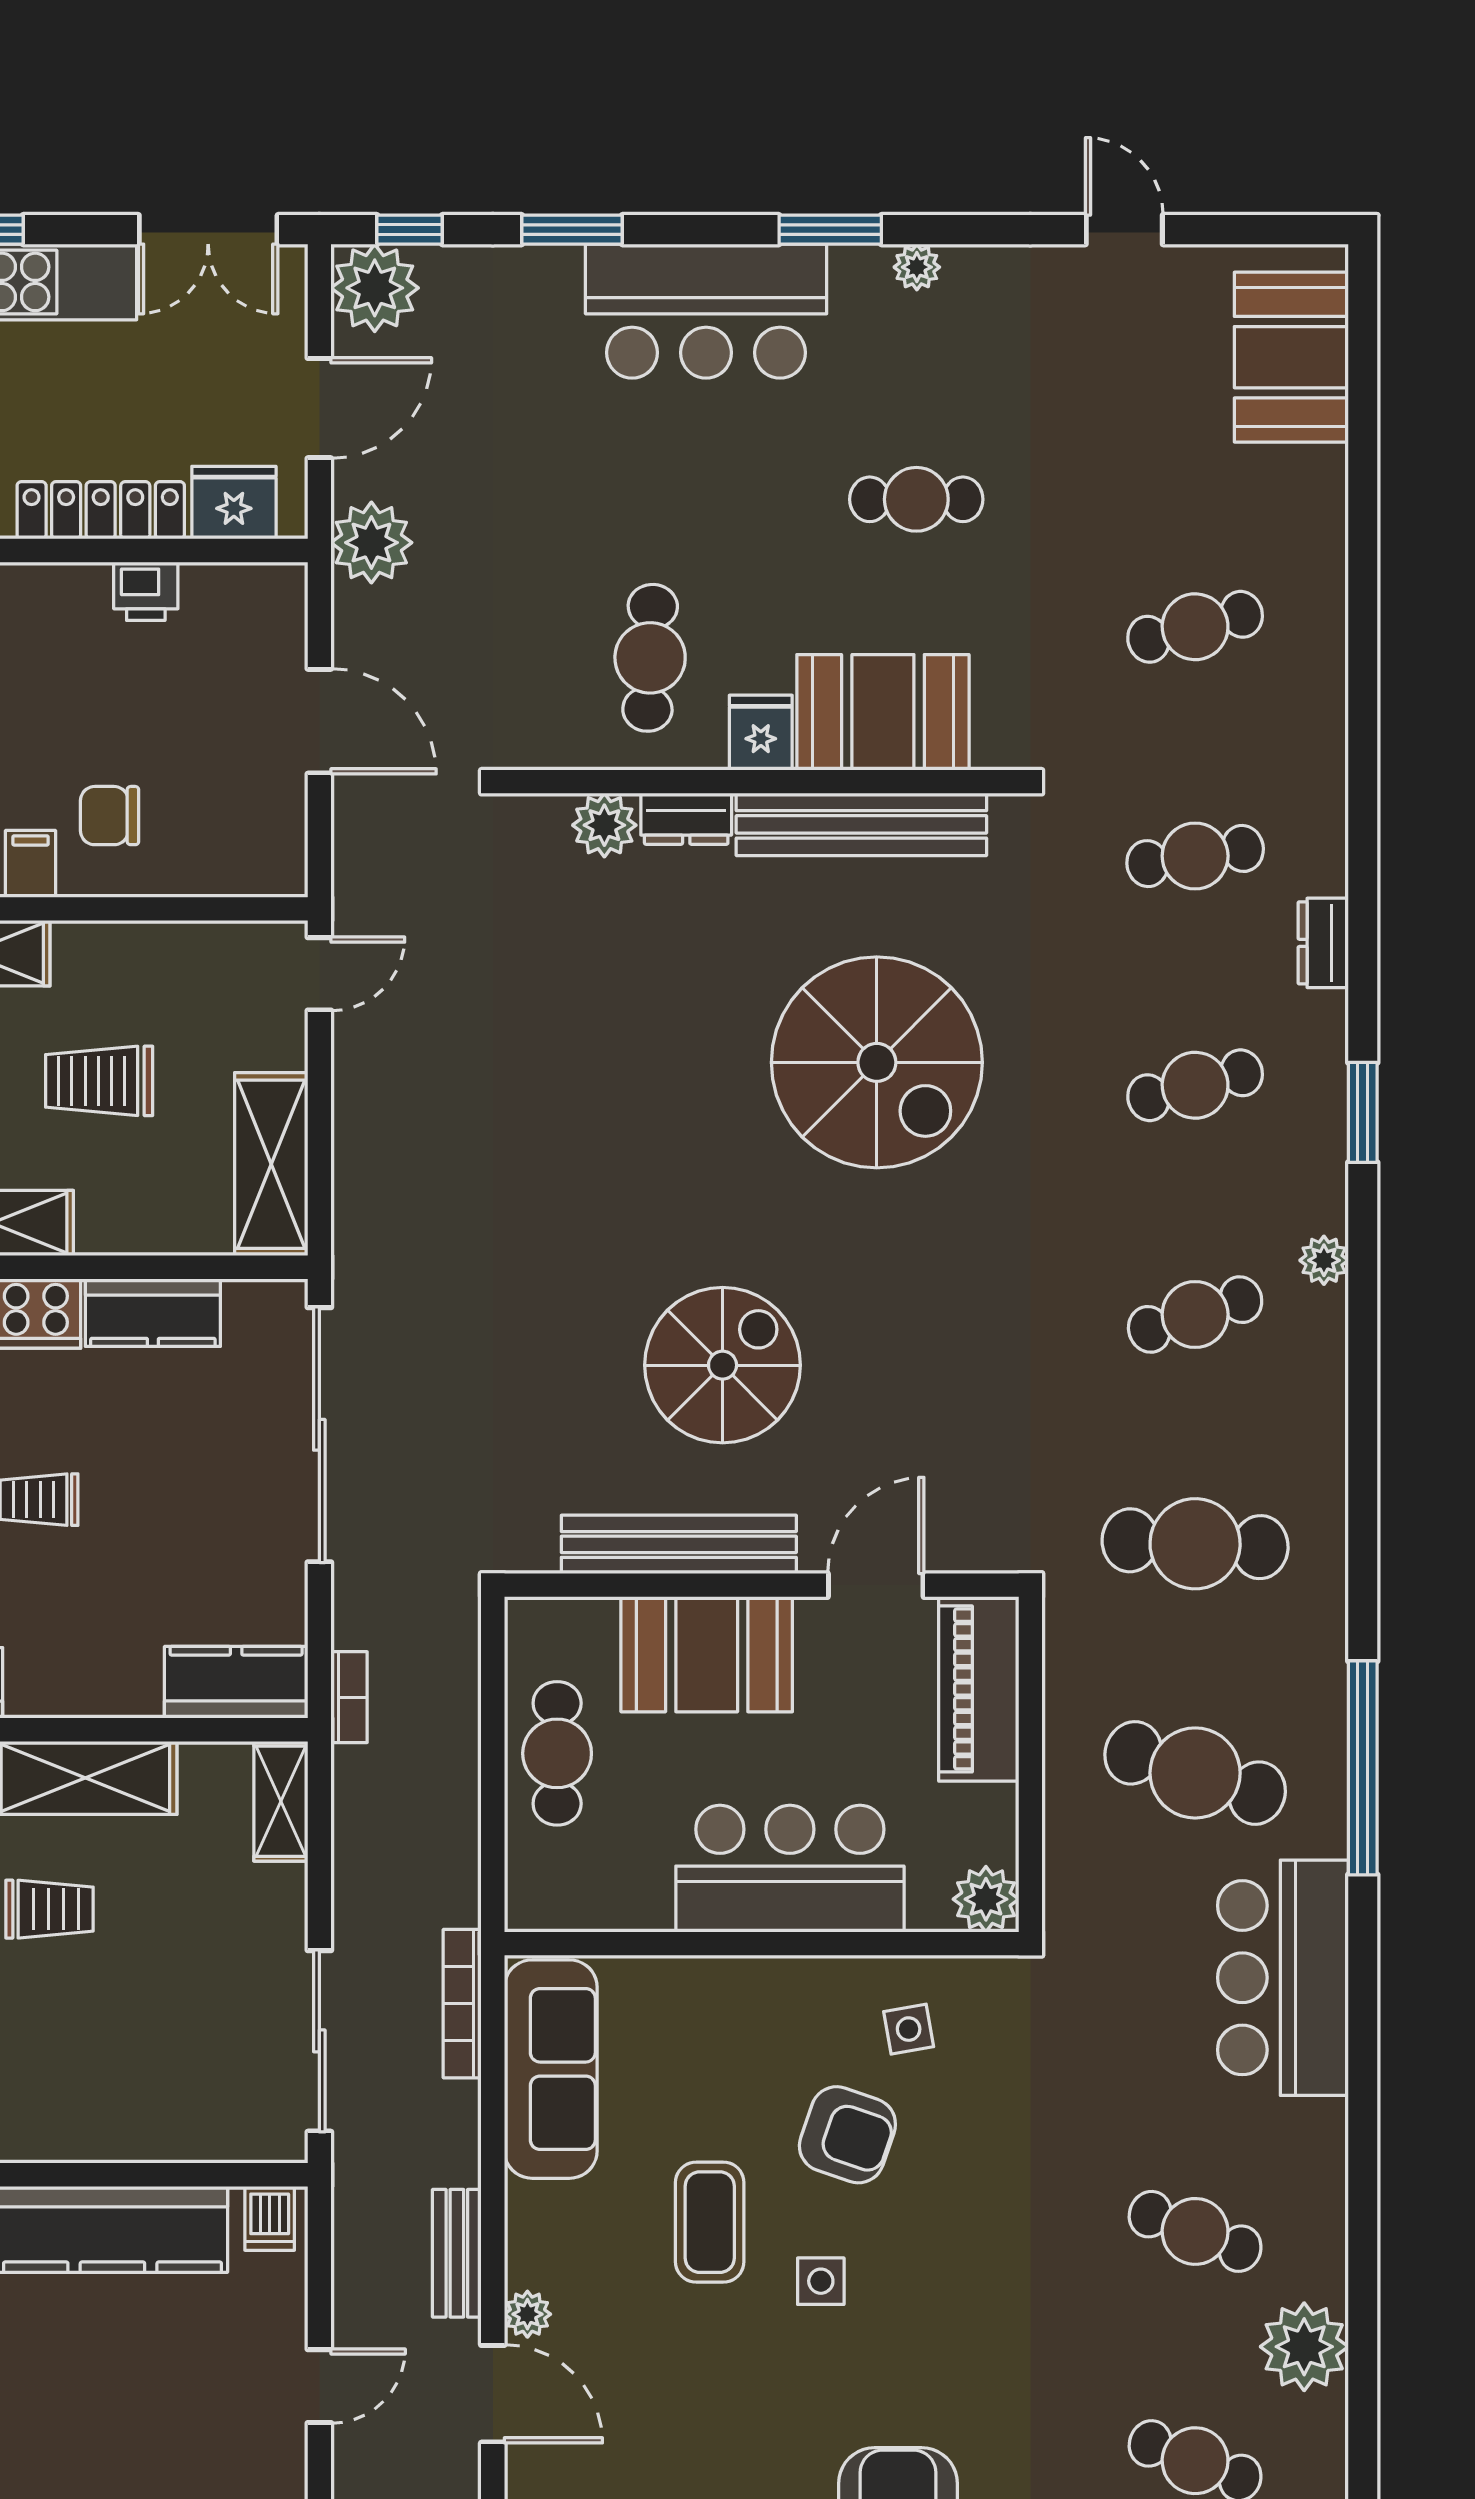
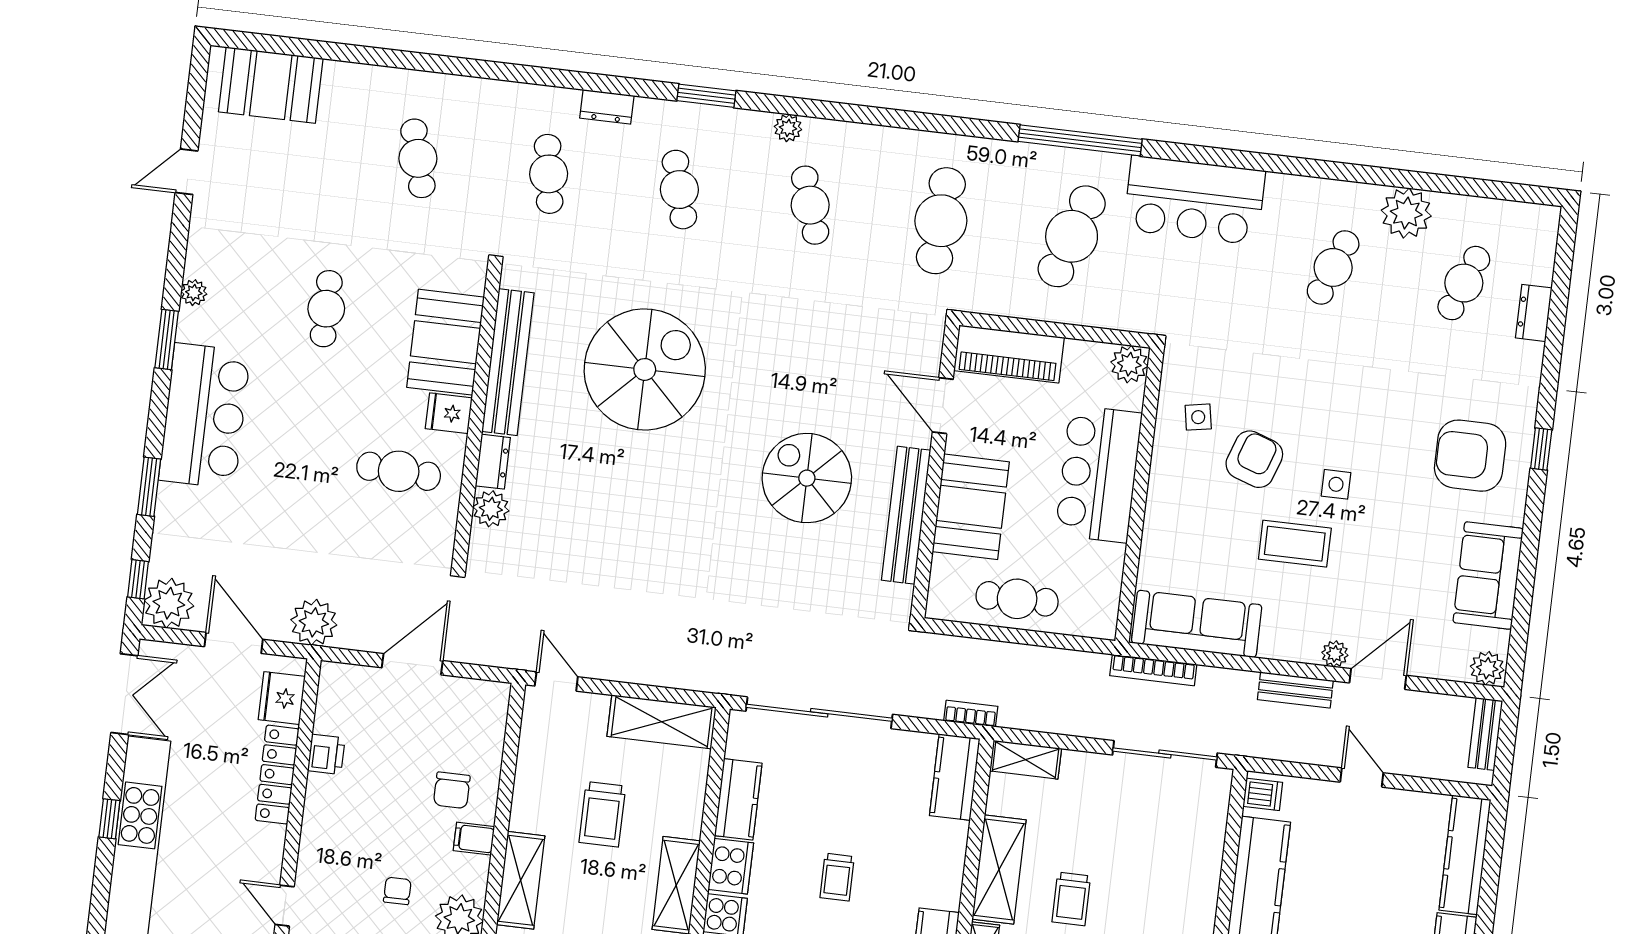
trolley: (50, 1909) -> (1071, 899), turned 180

